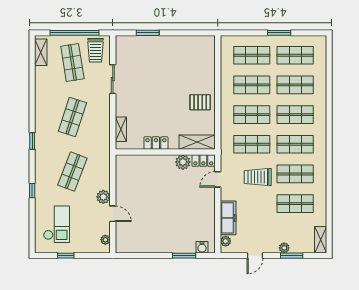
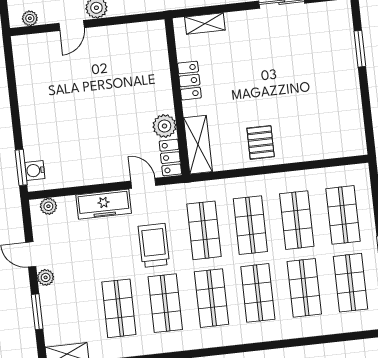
freezer: (228, 218) -> (104, 204), moved
plant: (284, 248) -> (46, 277), moved
window: (184, 256) -> (21, 167), moved

